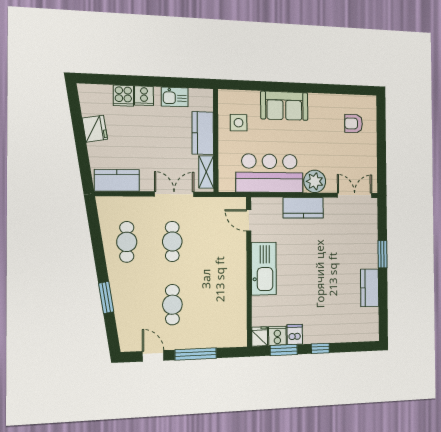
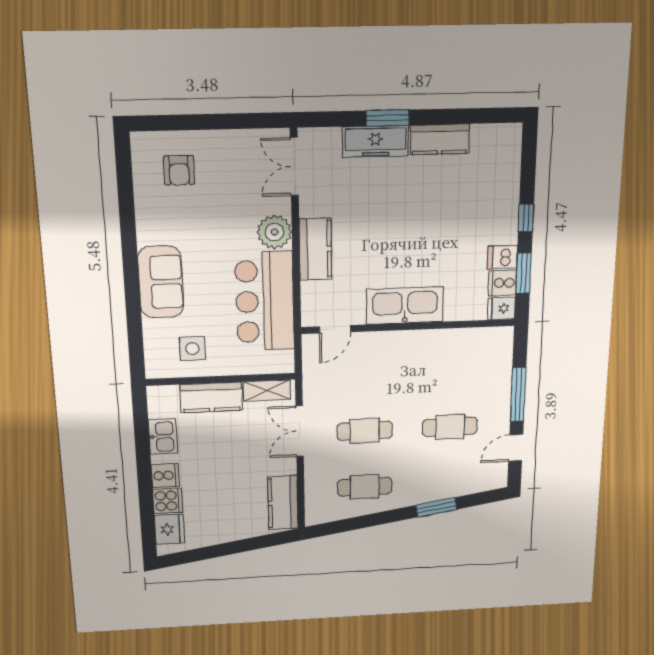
fridge: (95, 129) -> (169, 529), moved, turned 99
freezer: (369, 247) -> (376, 141), added

